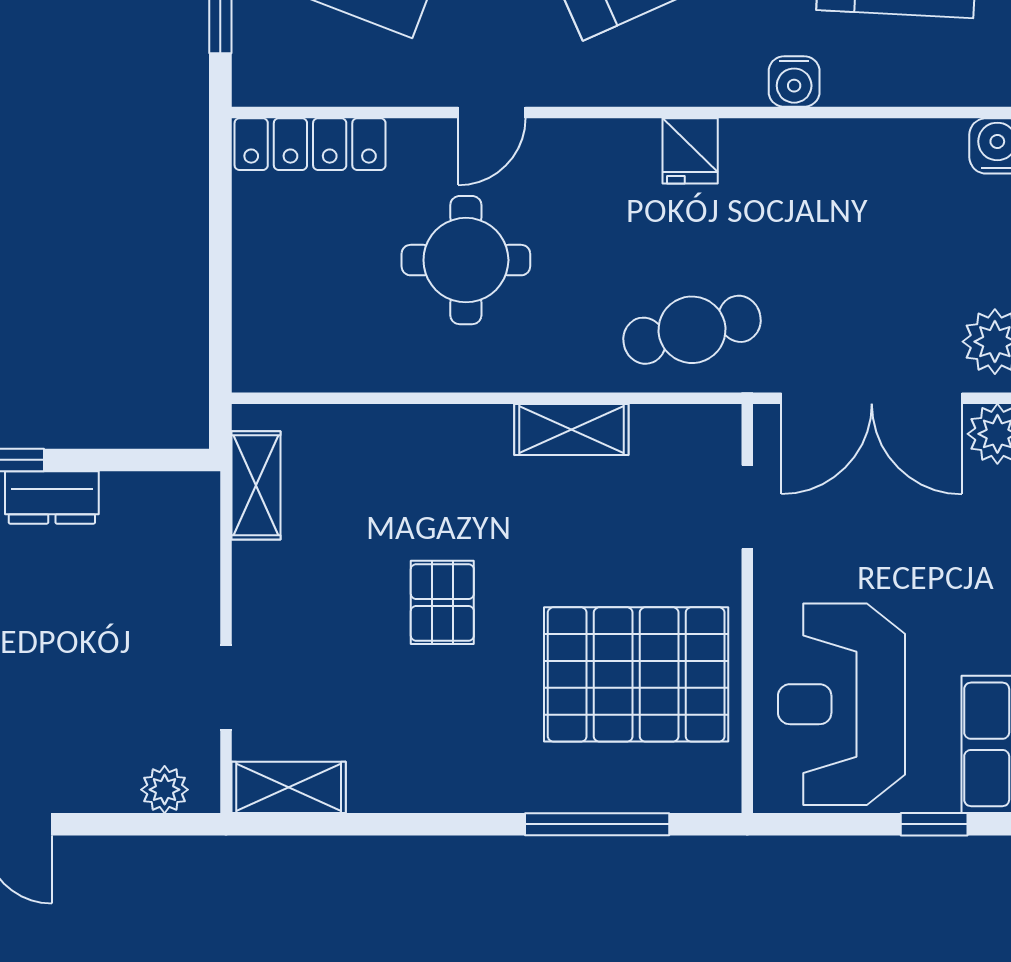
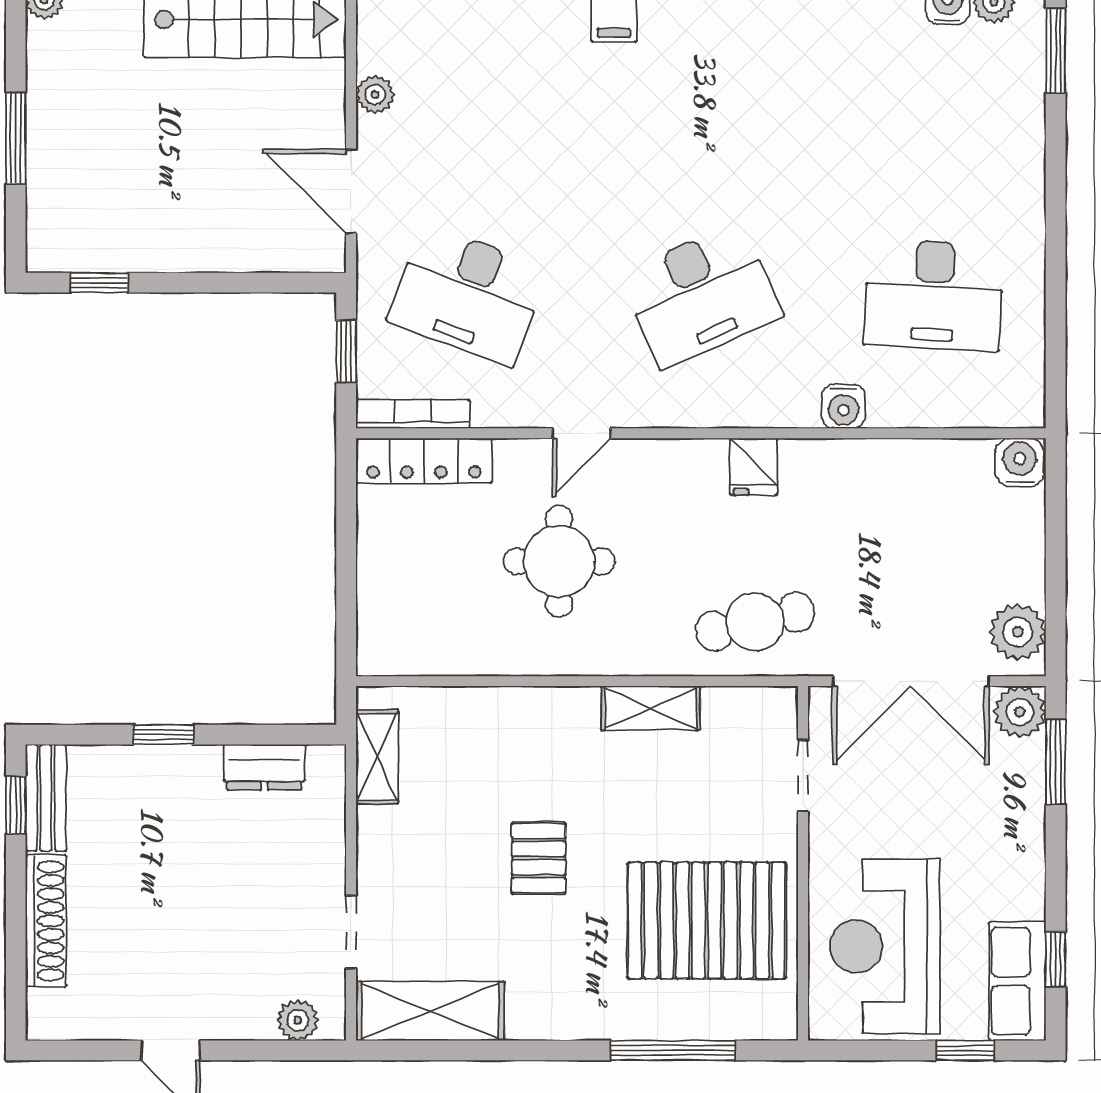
bookcase: (297, 90) -> (413, 414), added
dresser: (52, 497) -> (264, 767), moved
shelving: (289, 787) -> (430, 1011), width x1.50, depth x1.33

